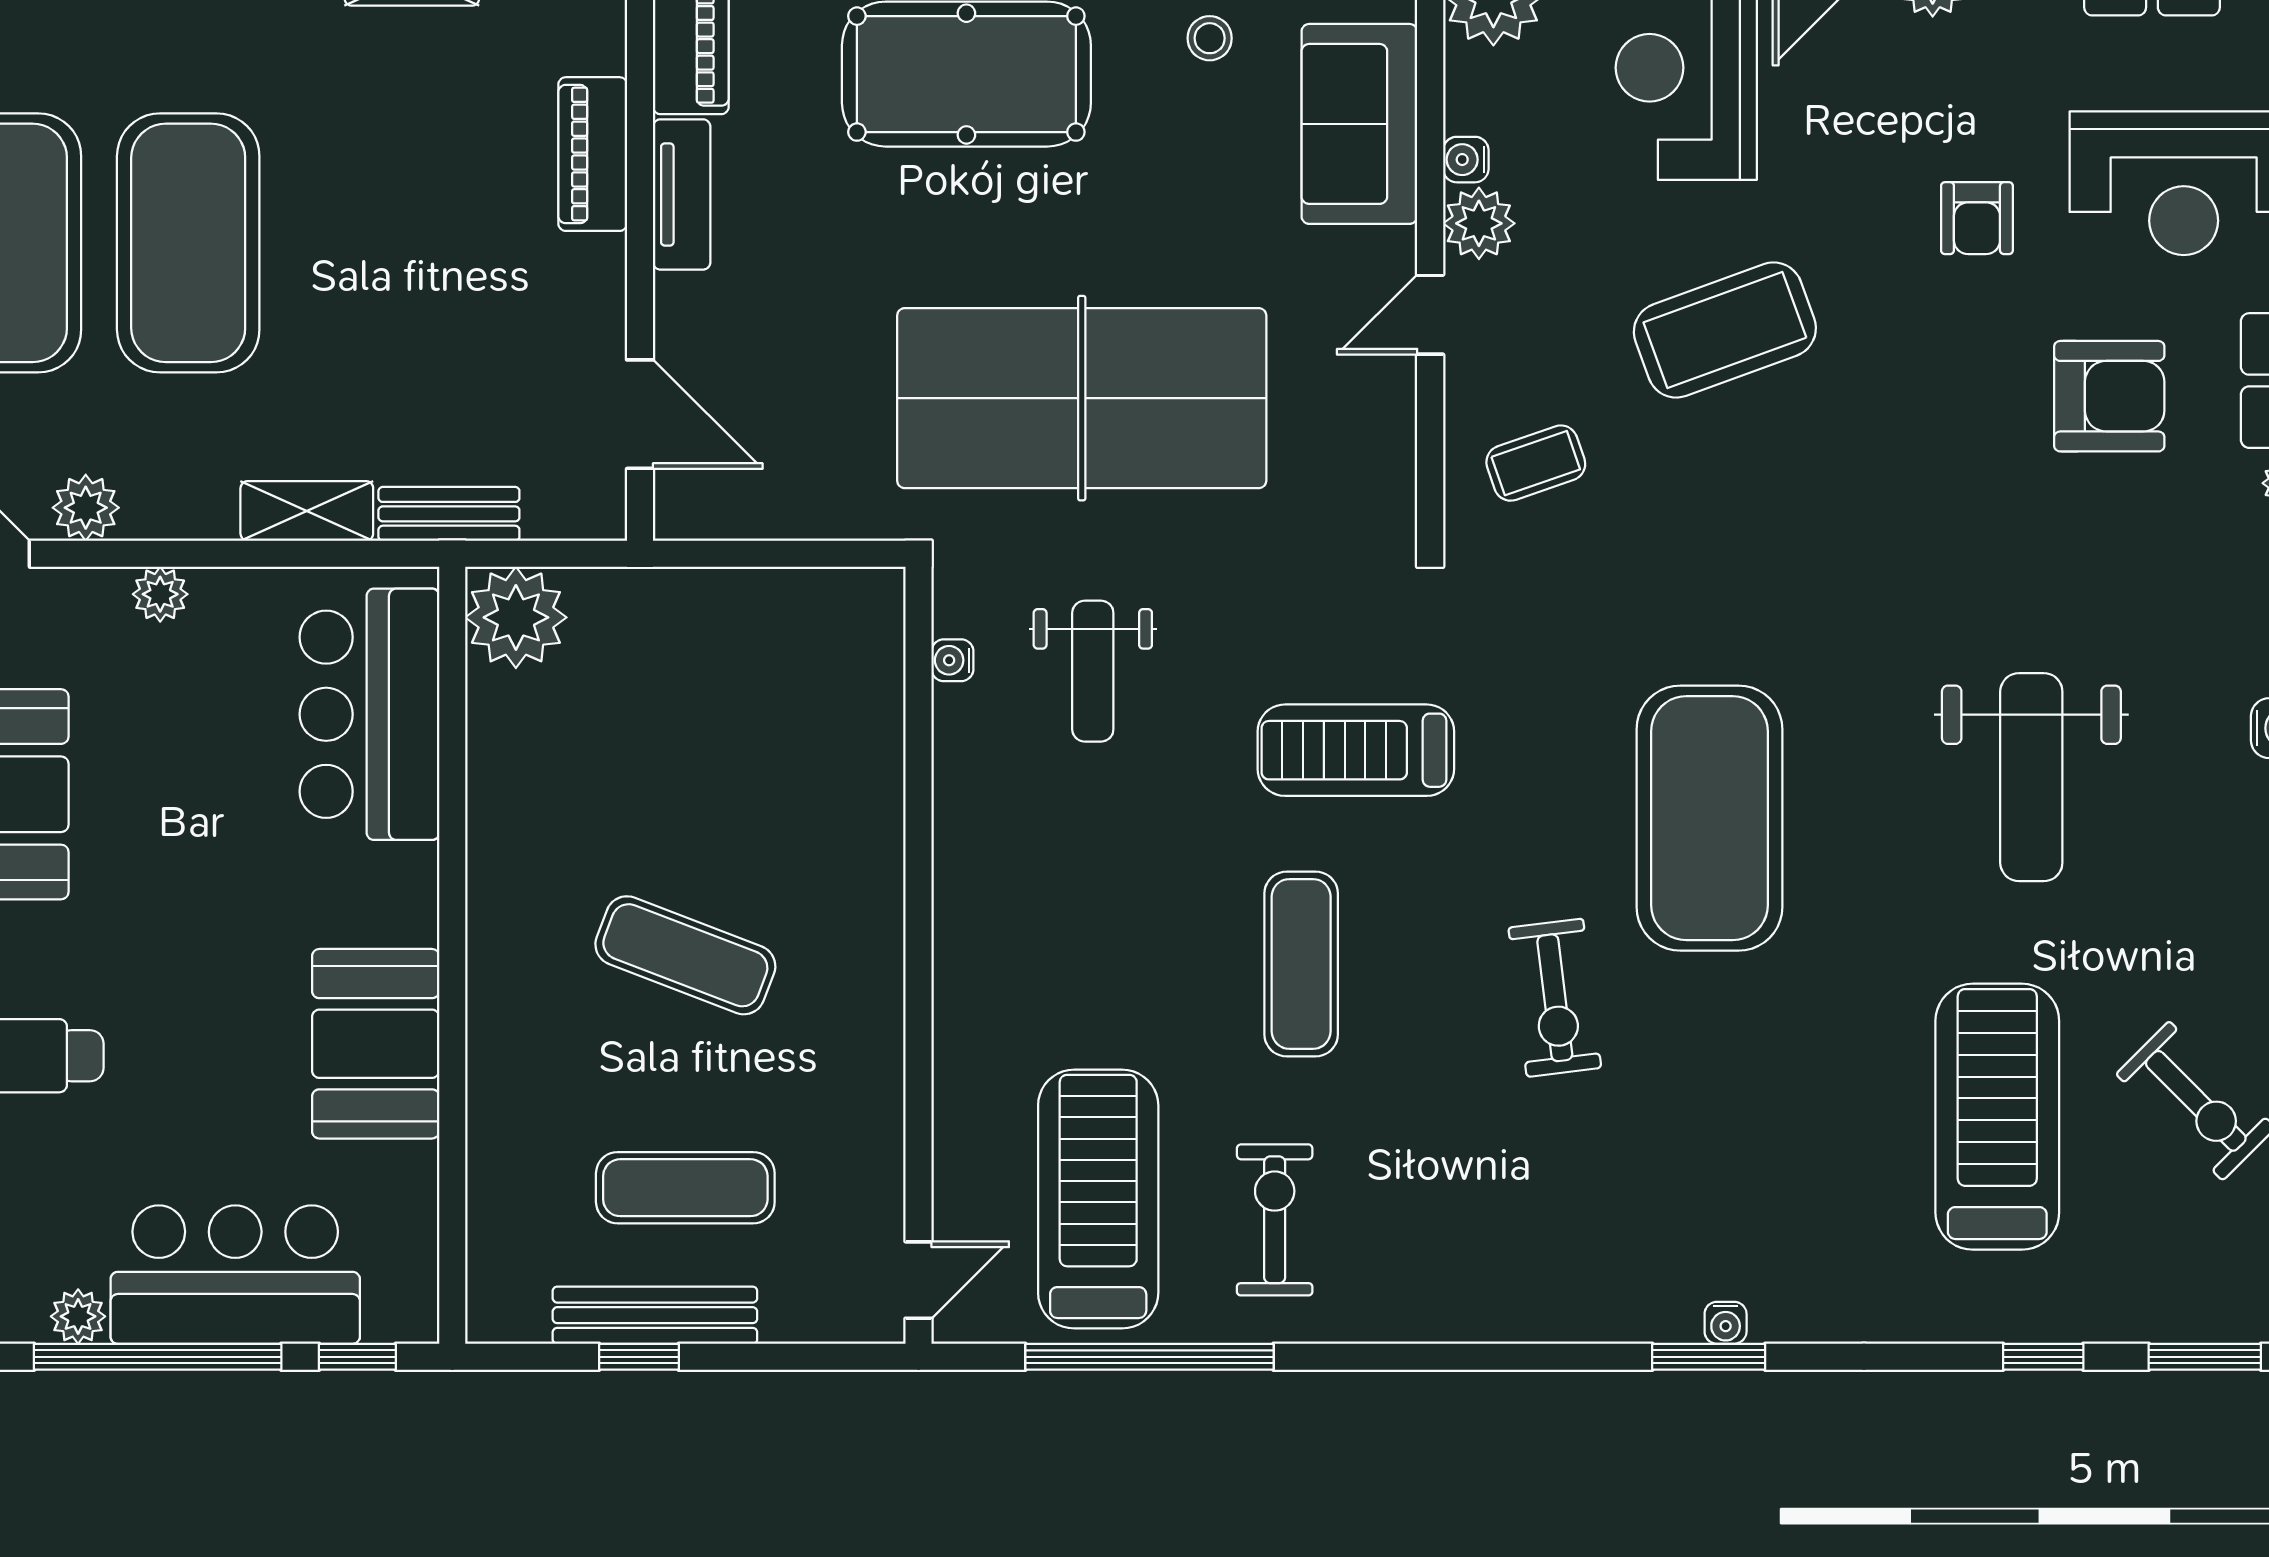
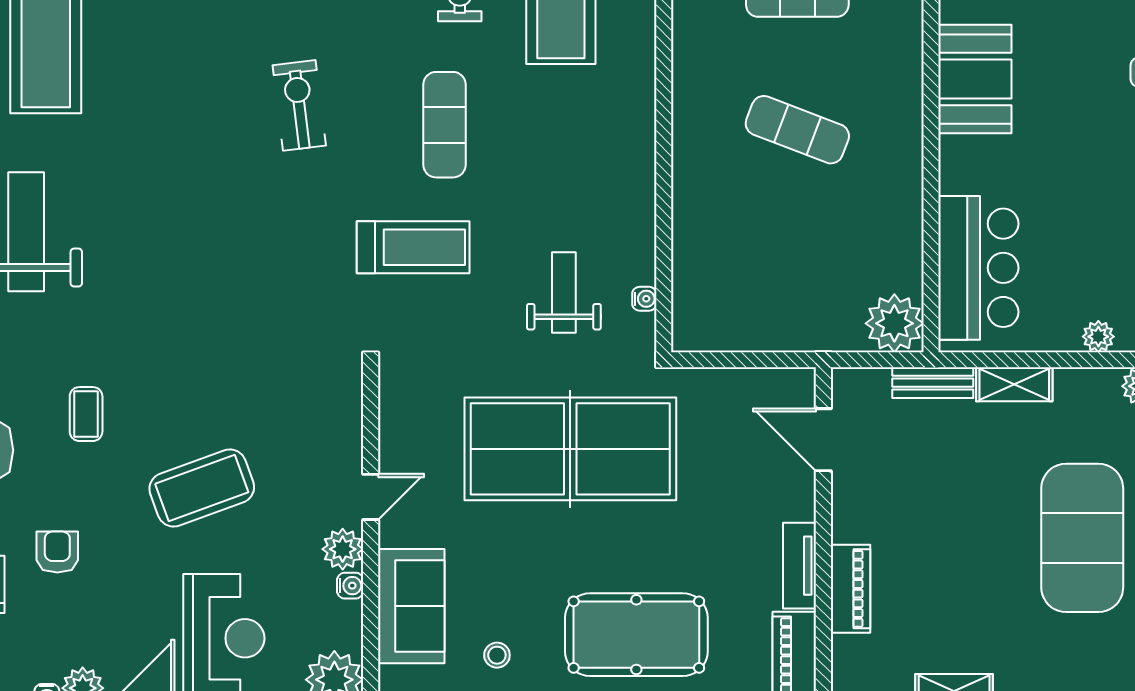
coffee table: (1536, 463) -> (86, 414), moved, turned -71
exercise mat: (1709, 818) -> (211, 208), removed

